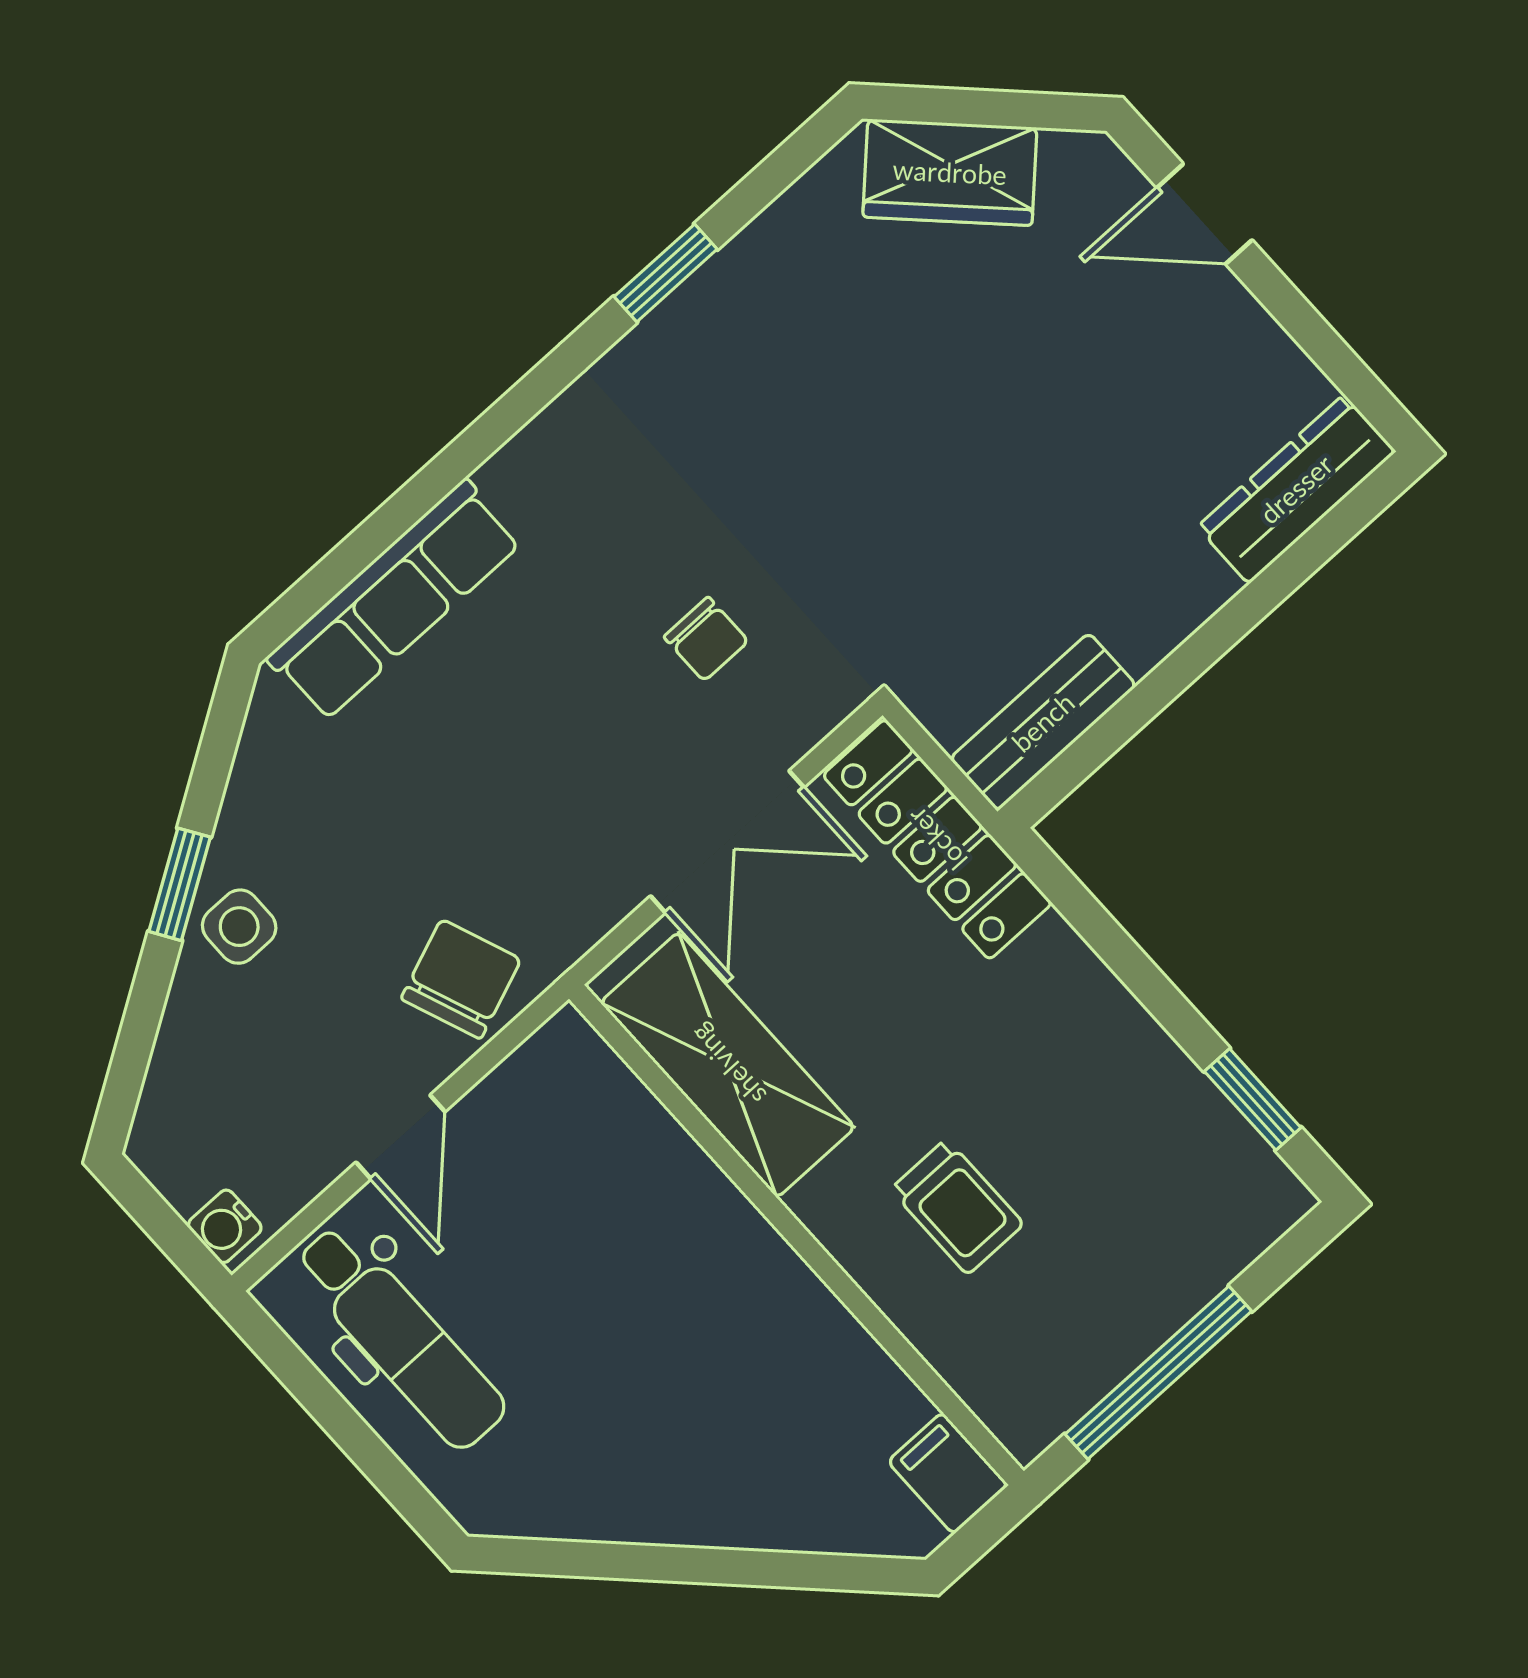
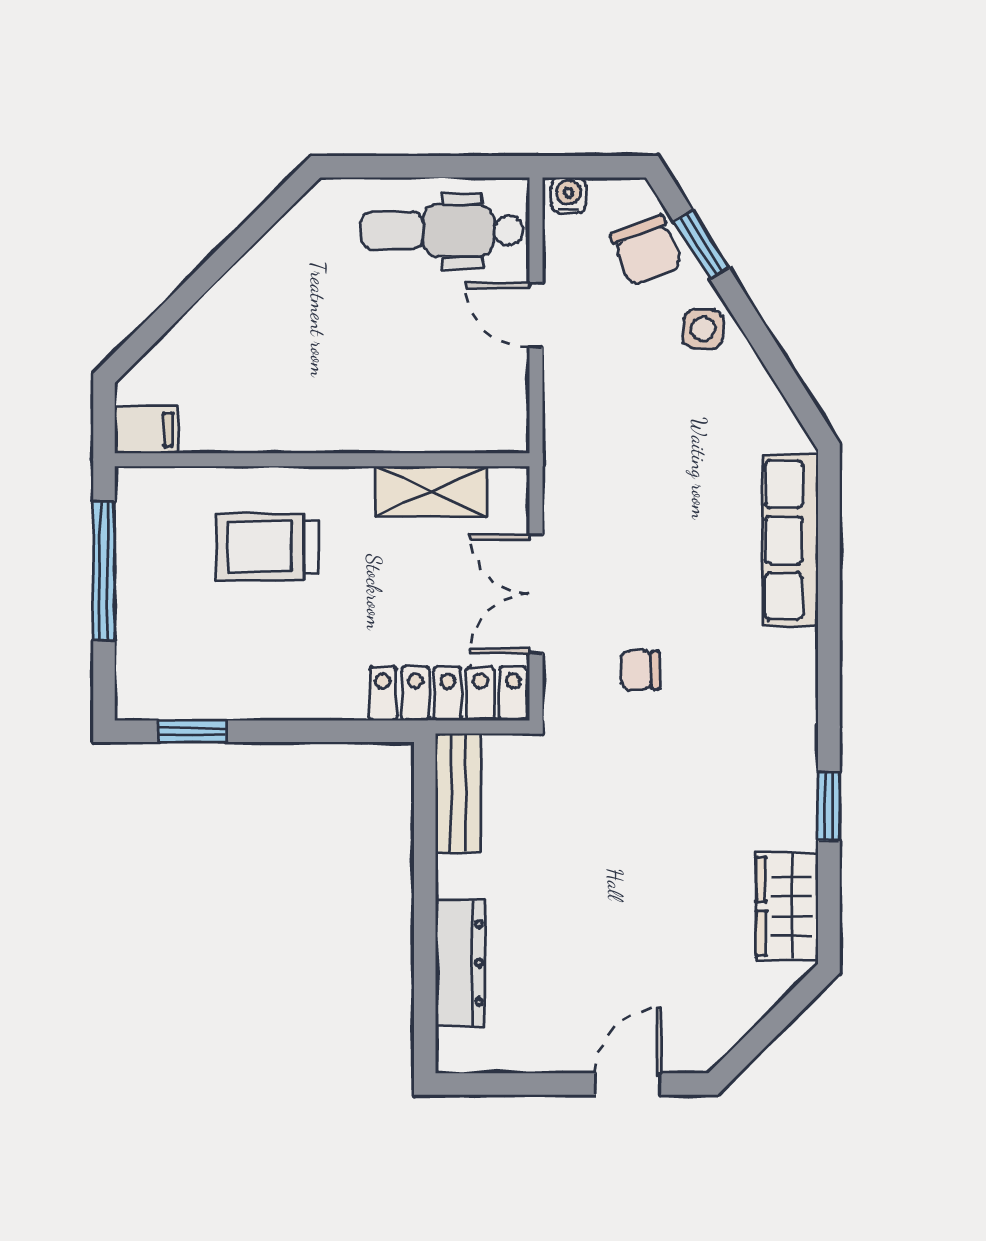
wardrobe: (950, 172) -> (787, 906), moved, turned -45
dresser: (1296, 489) -> (460, 963), moved
window: (180, 884) -> (701, 245), moved
chair: (461, 979) -> (646, 250), moved
shelving: (728, 1065) -> (431, 491), width x0.67, depth x0.75
trolley: (957, 1207) -> (267, 547), width x1.36, depth x1.39

